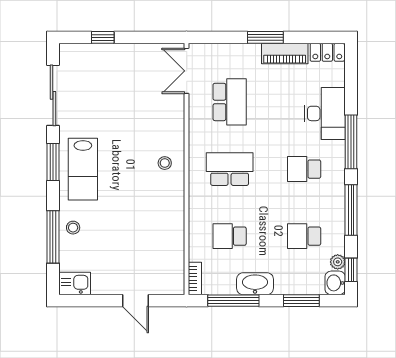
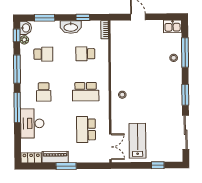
lab bench: (83, 169) -> (137, 141), moved
school desk: (304, 169) -> (44, 92), turned 90
school desk: (230, 236) -> (85, 54), turned 180
window: (233, 301) -> (83, 17), width x0.46

